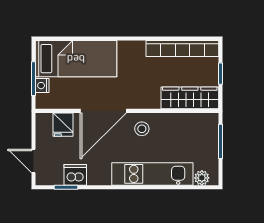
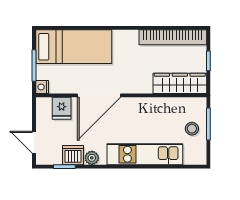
nightstand: (42, 86) -> (42, 87), moved
stool: (142, 129) -> (192, 129), moved
plant: (202, 178) -> (92, 158), moved

